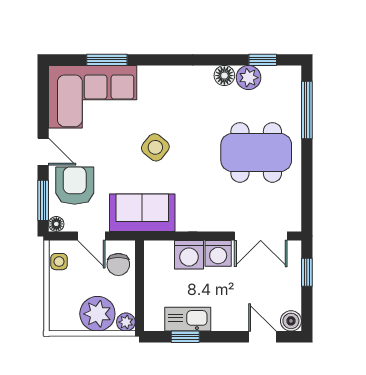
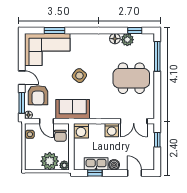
armchair: (75, 186) -> (38, 95), turned 180
washing machine: (189, 255) -> (81, 131), moved
boiler: (291, 321) -> (114, 165), moved

